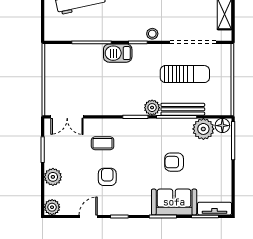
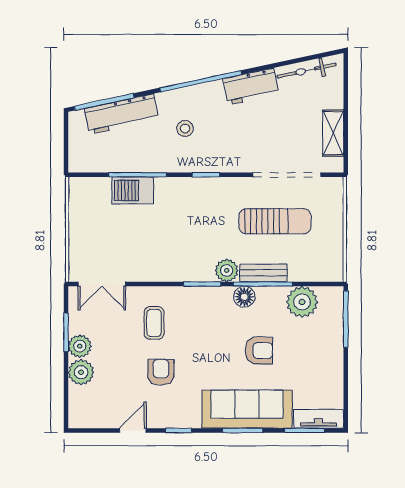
stool: (152, 34) -> (185, 128), moved
barbecue: (118, 53) -> (133, 190), moved
bench: (183, 109) -> (263, 273), width x0.73
floor lamp: (222, 126) -> (244, 297), moved
coffee table: (103, 143) -> (154, 323), turned 90
armchair: (174, 162) -> (259, 351), turned 180
sofa: (174, 202) -> (247, 409), width x1.36
plant: (52, 207) -> (80, 346), moved

